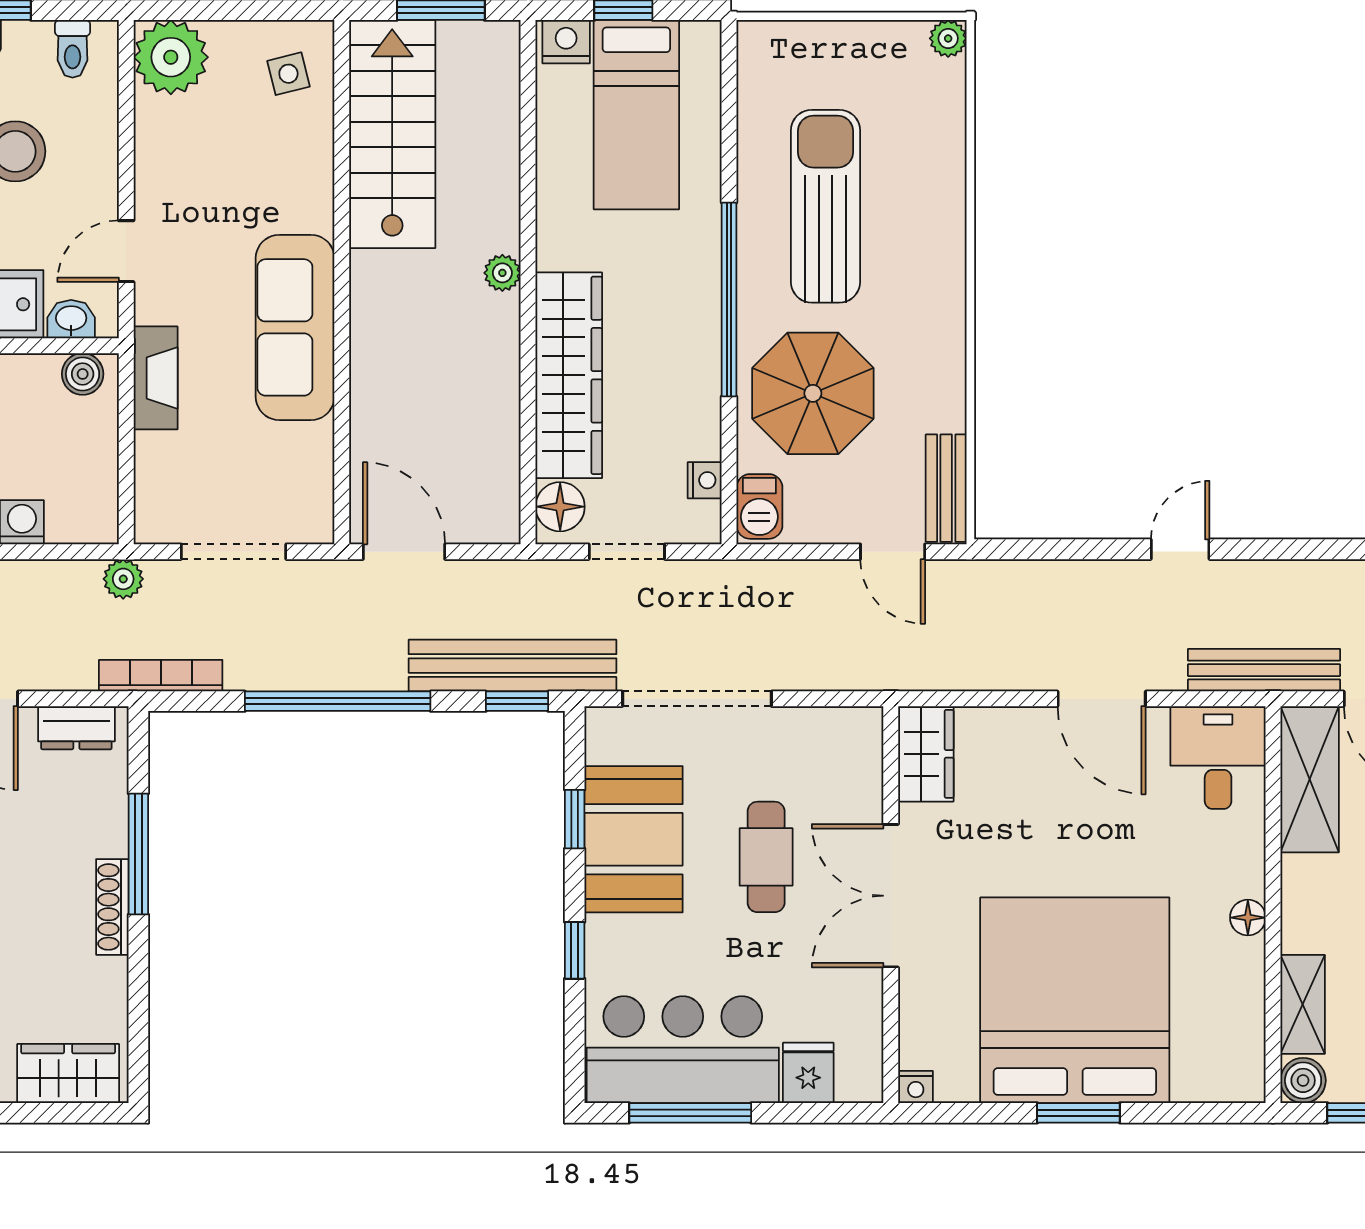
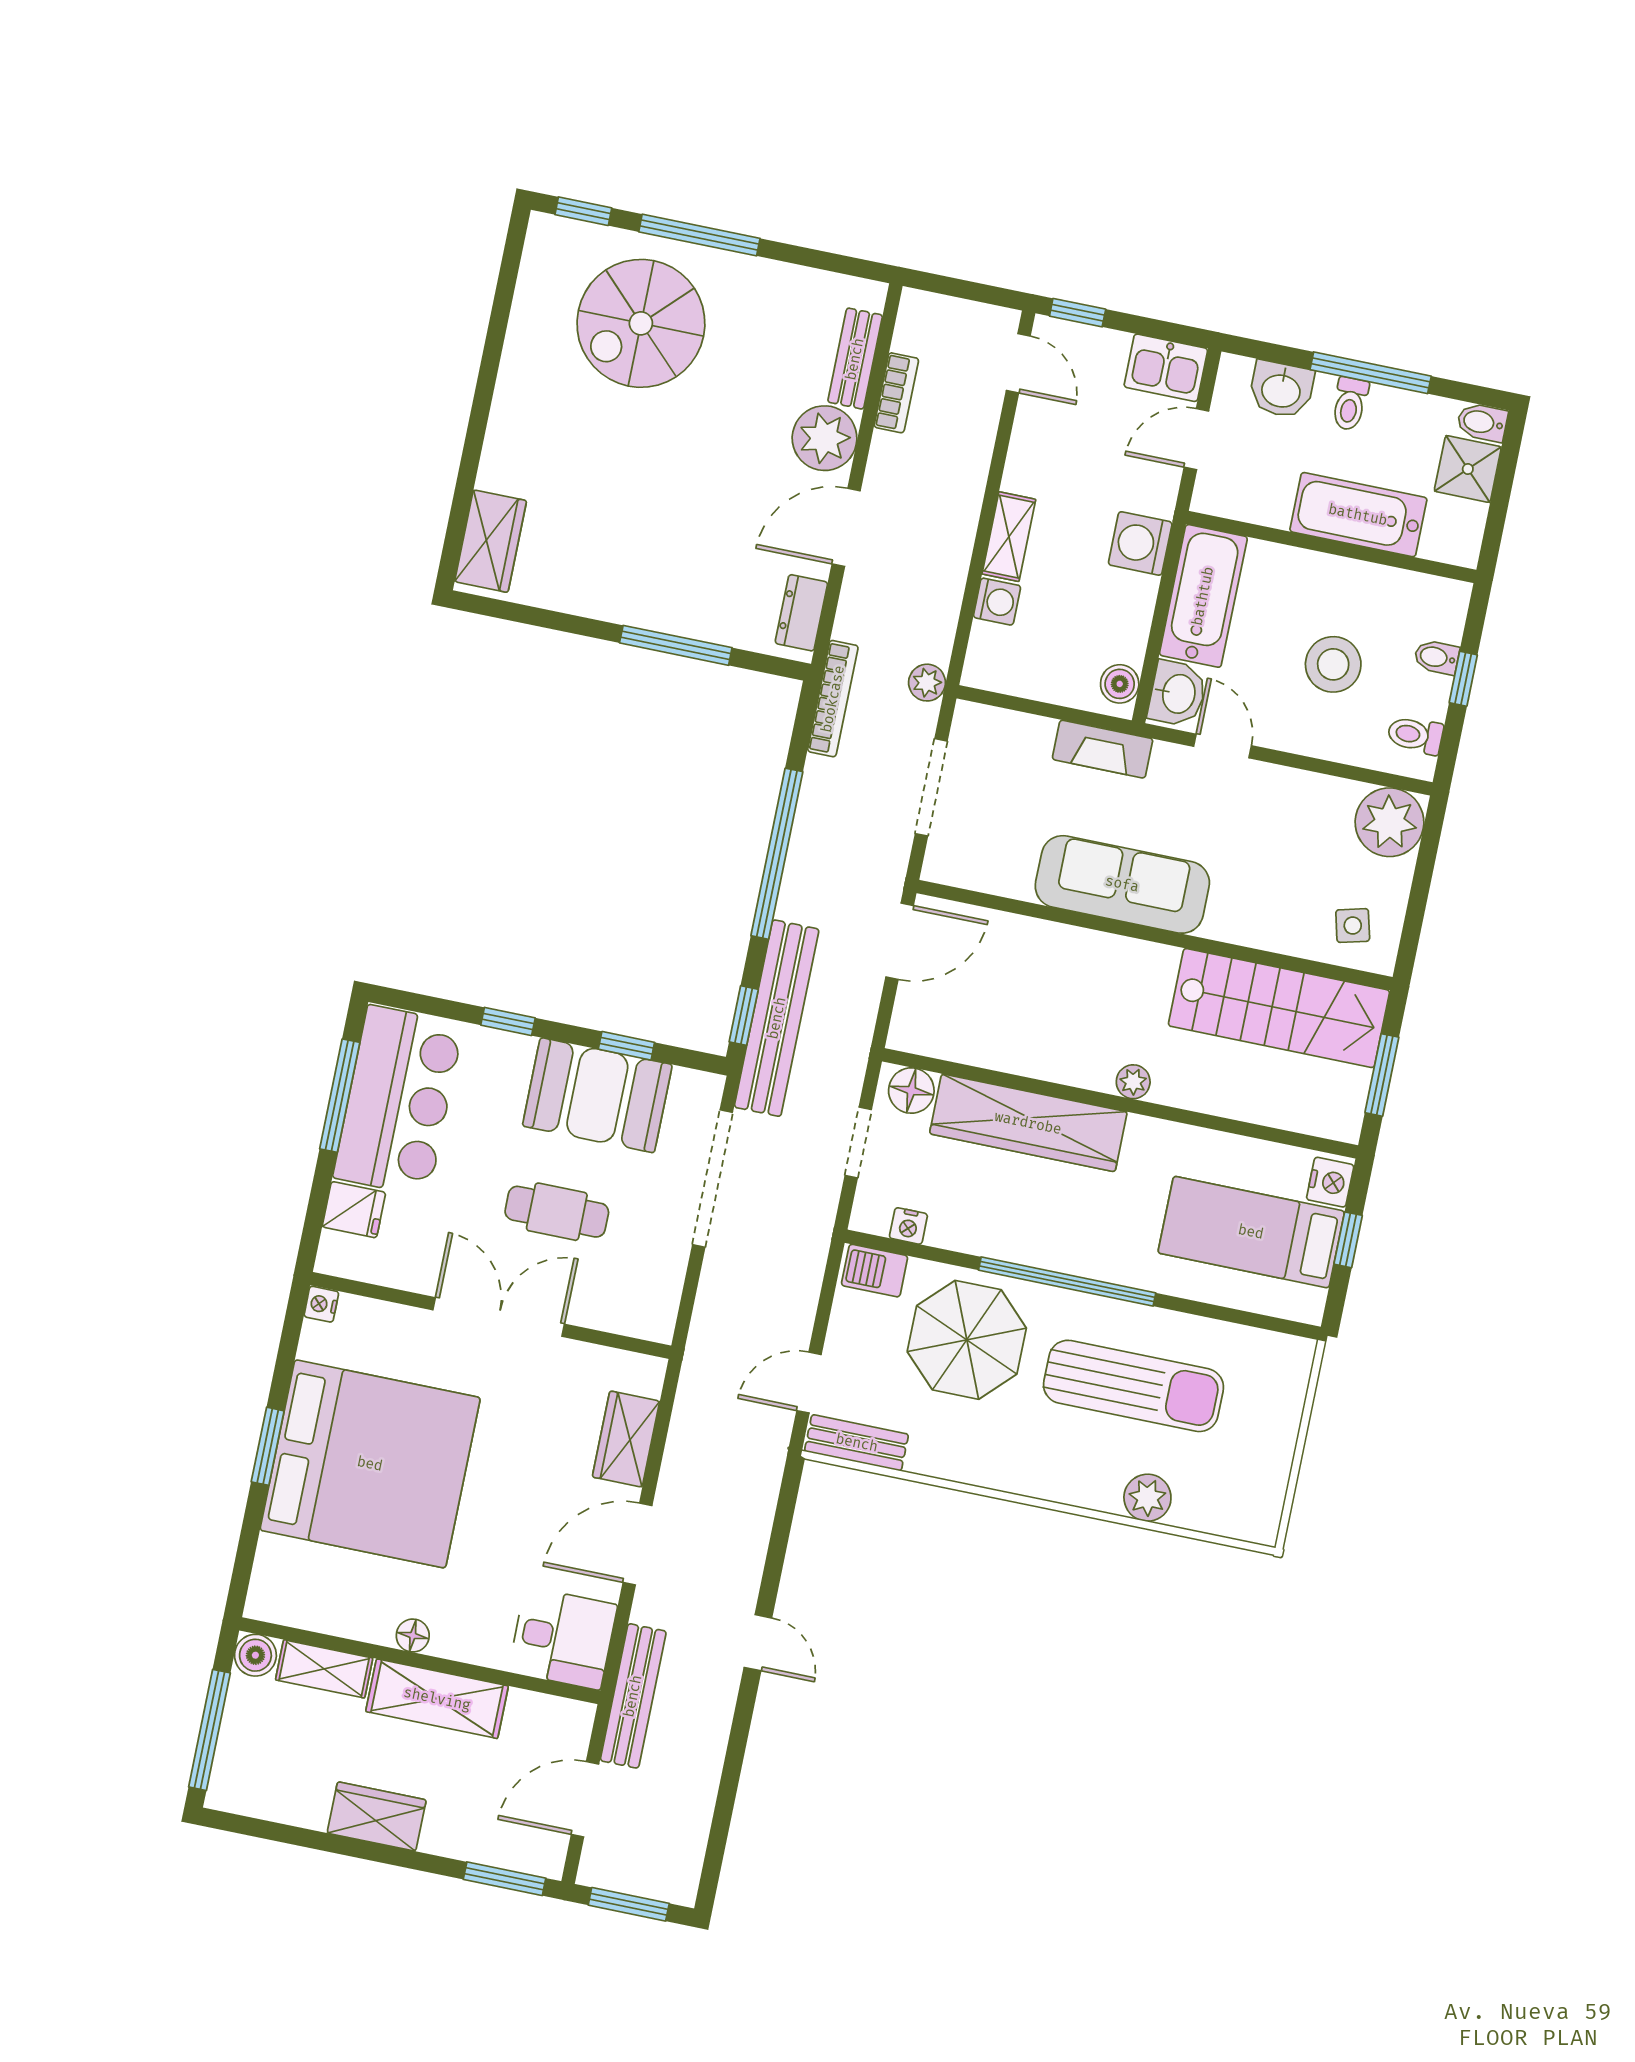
plant: (948, 38) -> (1147, 1498), moved, width x1.38, depth x1.38
washbasin: (71, 319) -> (1177, 694), width x1.38, depth x1.45
wardrobe: (926, 754) -> (626, 1439), moved, turned 90
shelving: (1310, 779) -> (437, 1699), moved
shoe rack: (112, 907) -> (633, 612), removed

